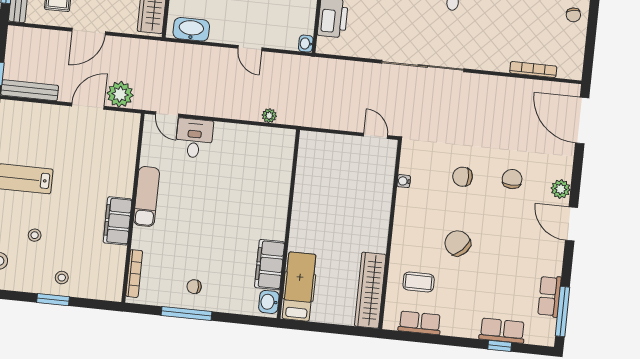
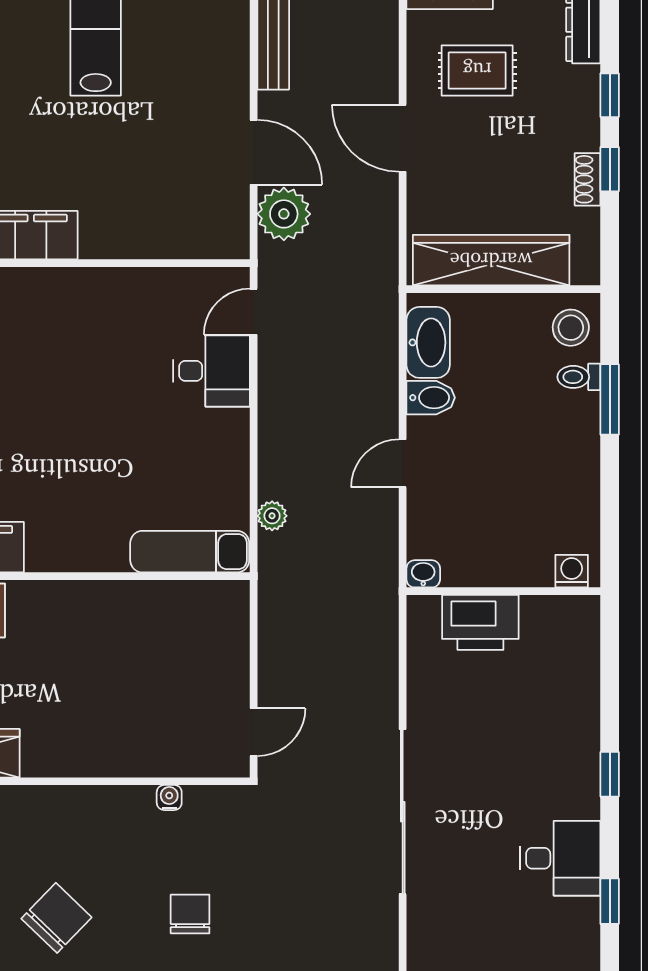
bidet: (219, 31) -> (431, 398), added
exam couch: (147, 196) -> (190, 552), moved, turned 180

